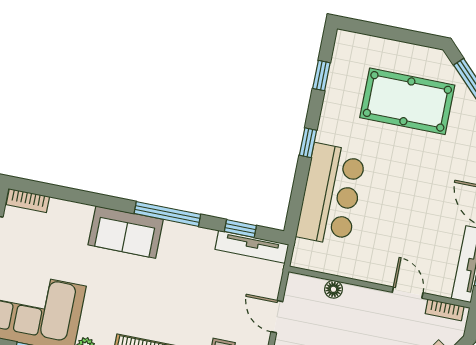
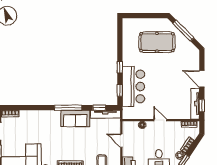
window: (321, 76) -> (120, 90), moved
sofa: (126, 232) -> (75, 118), moved
door: (408, 293) -> (160, 120), moved

